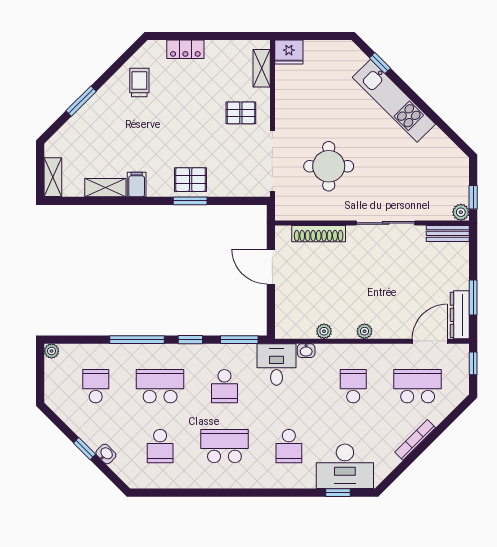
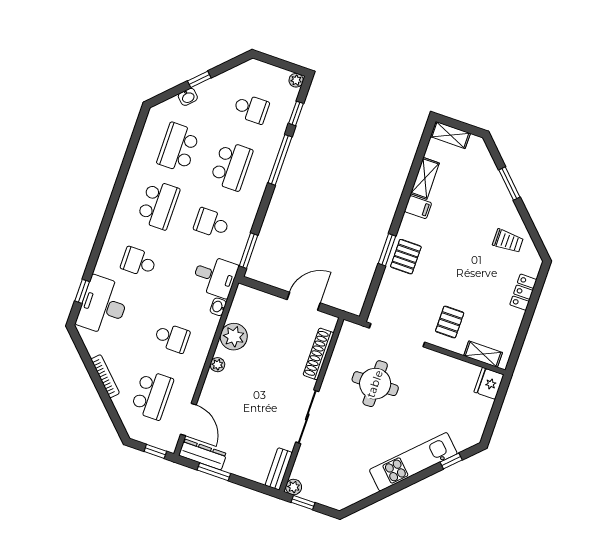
plant: (324, 331) -> (234, 337), width x1.88, depth x1.88
window: (190, 340) -> (296, 113), moved
school desk: (160, 446) -> (178, 147), width x1.85

